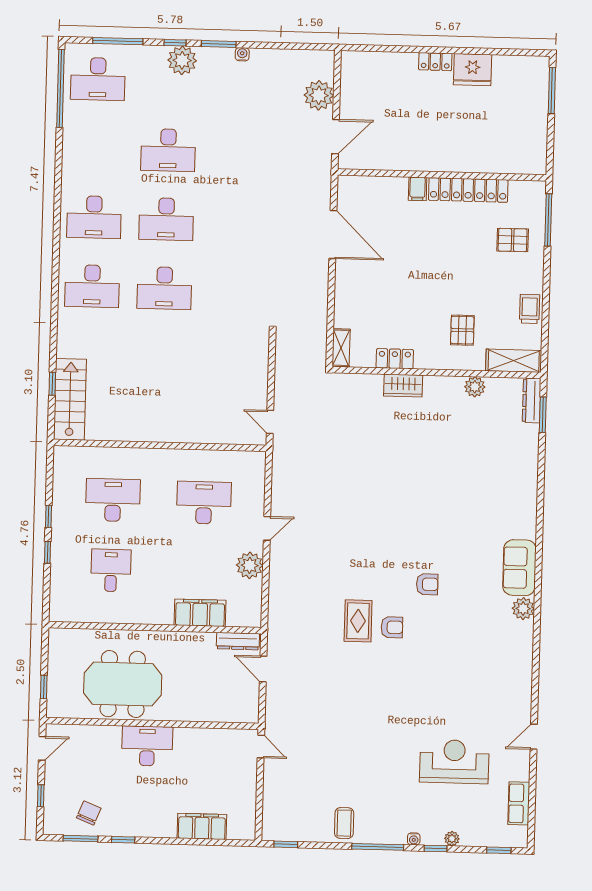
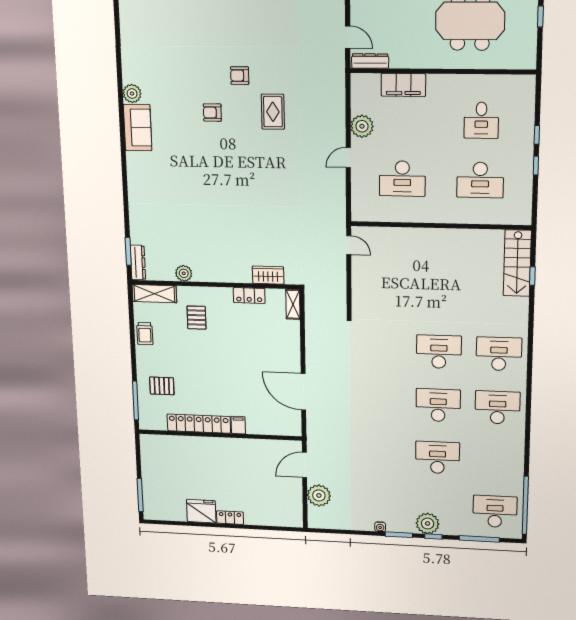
wardrobe: (403, 386) -> (268, 275), moved
rug: (358, 621) -> (273, 112), moved

